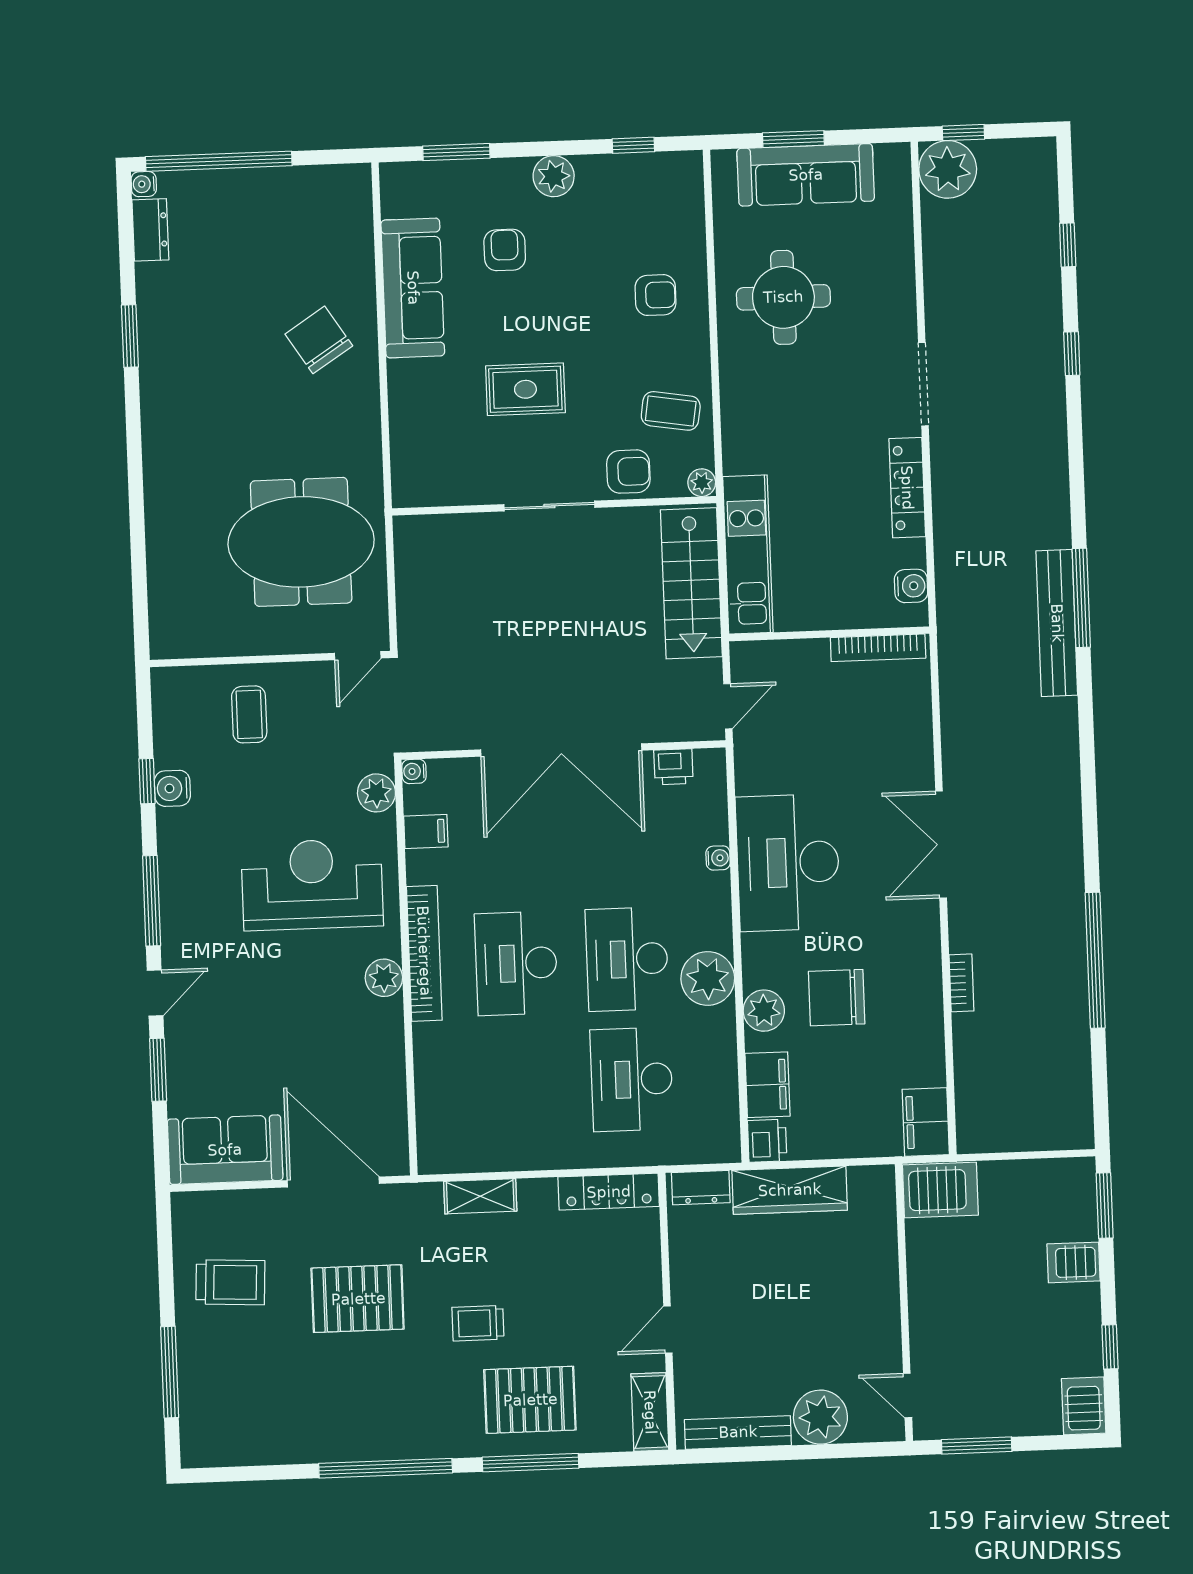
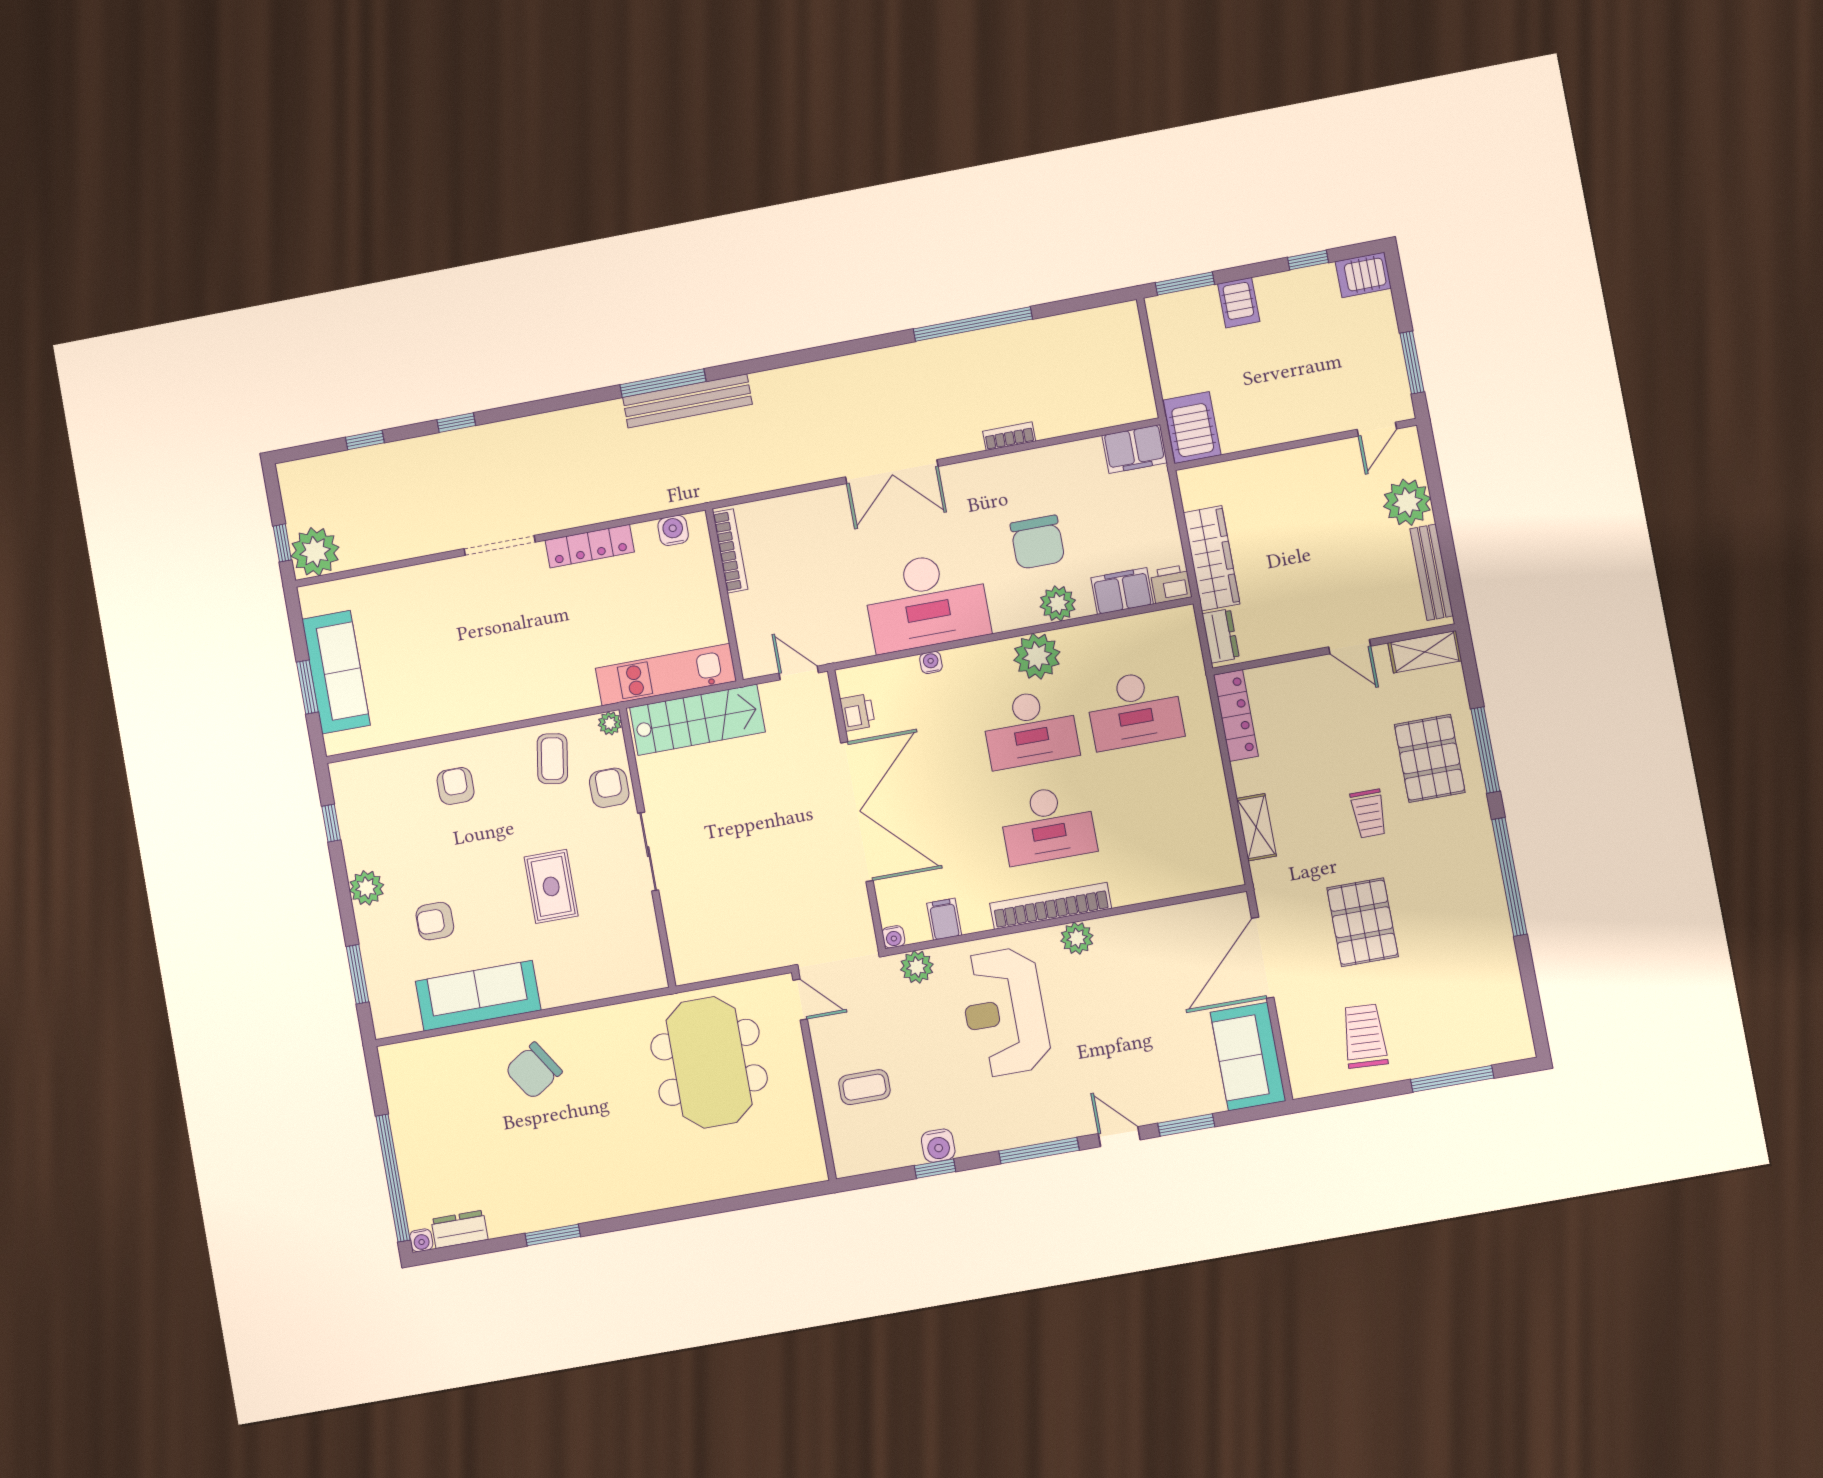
round table: (783, 297) -> (442, 676), removed

